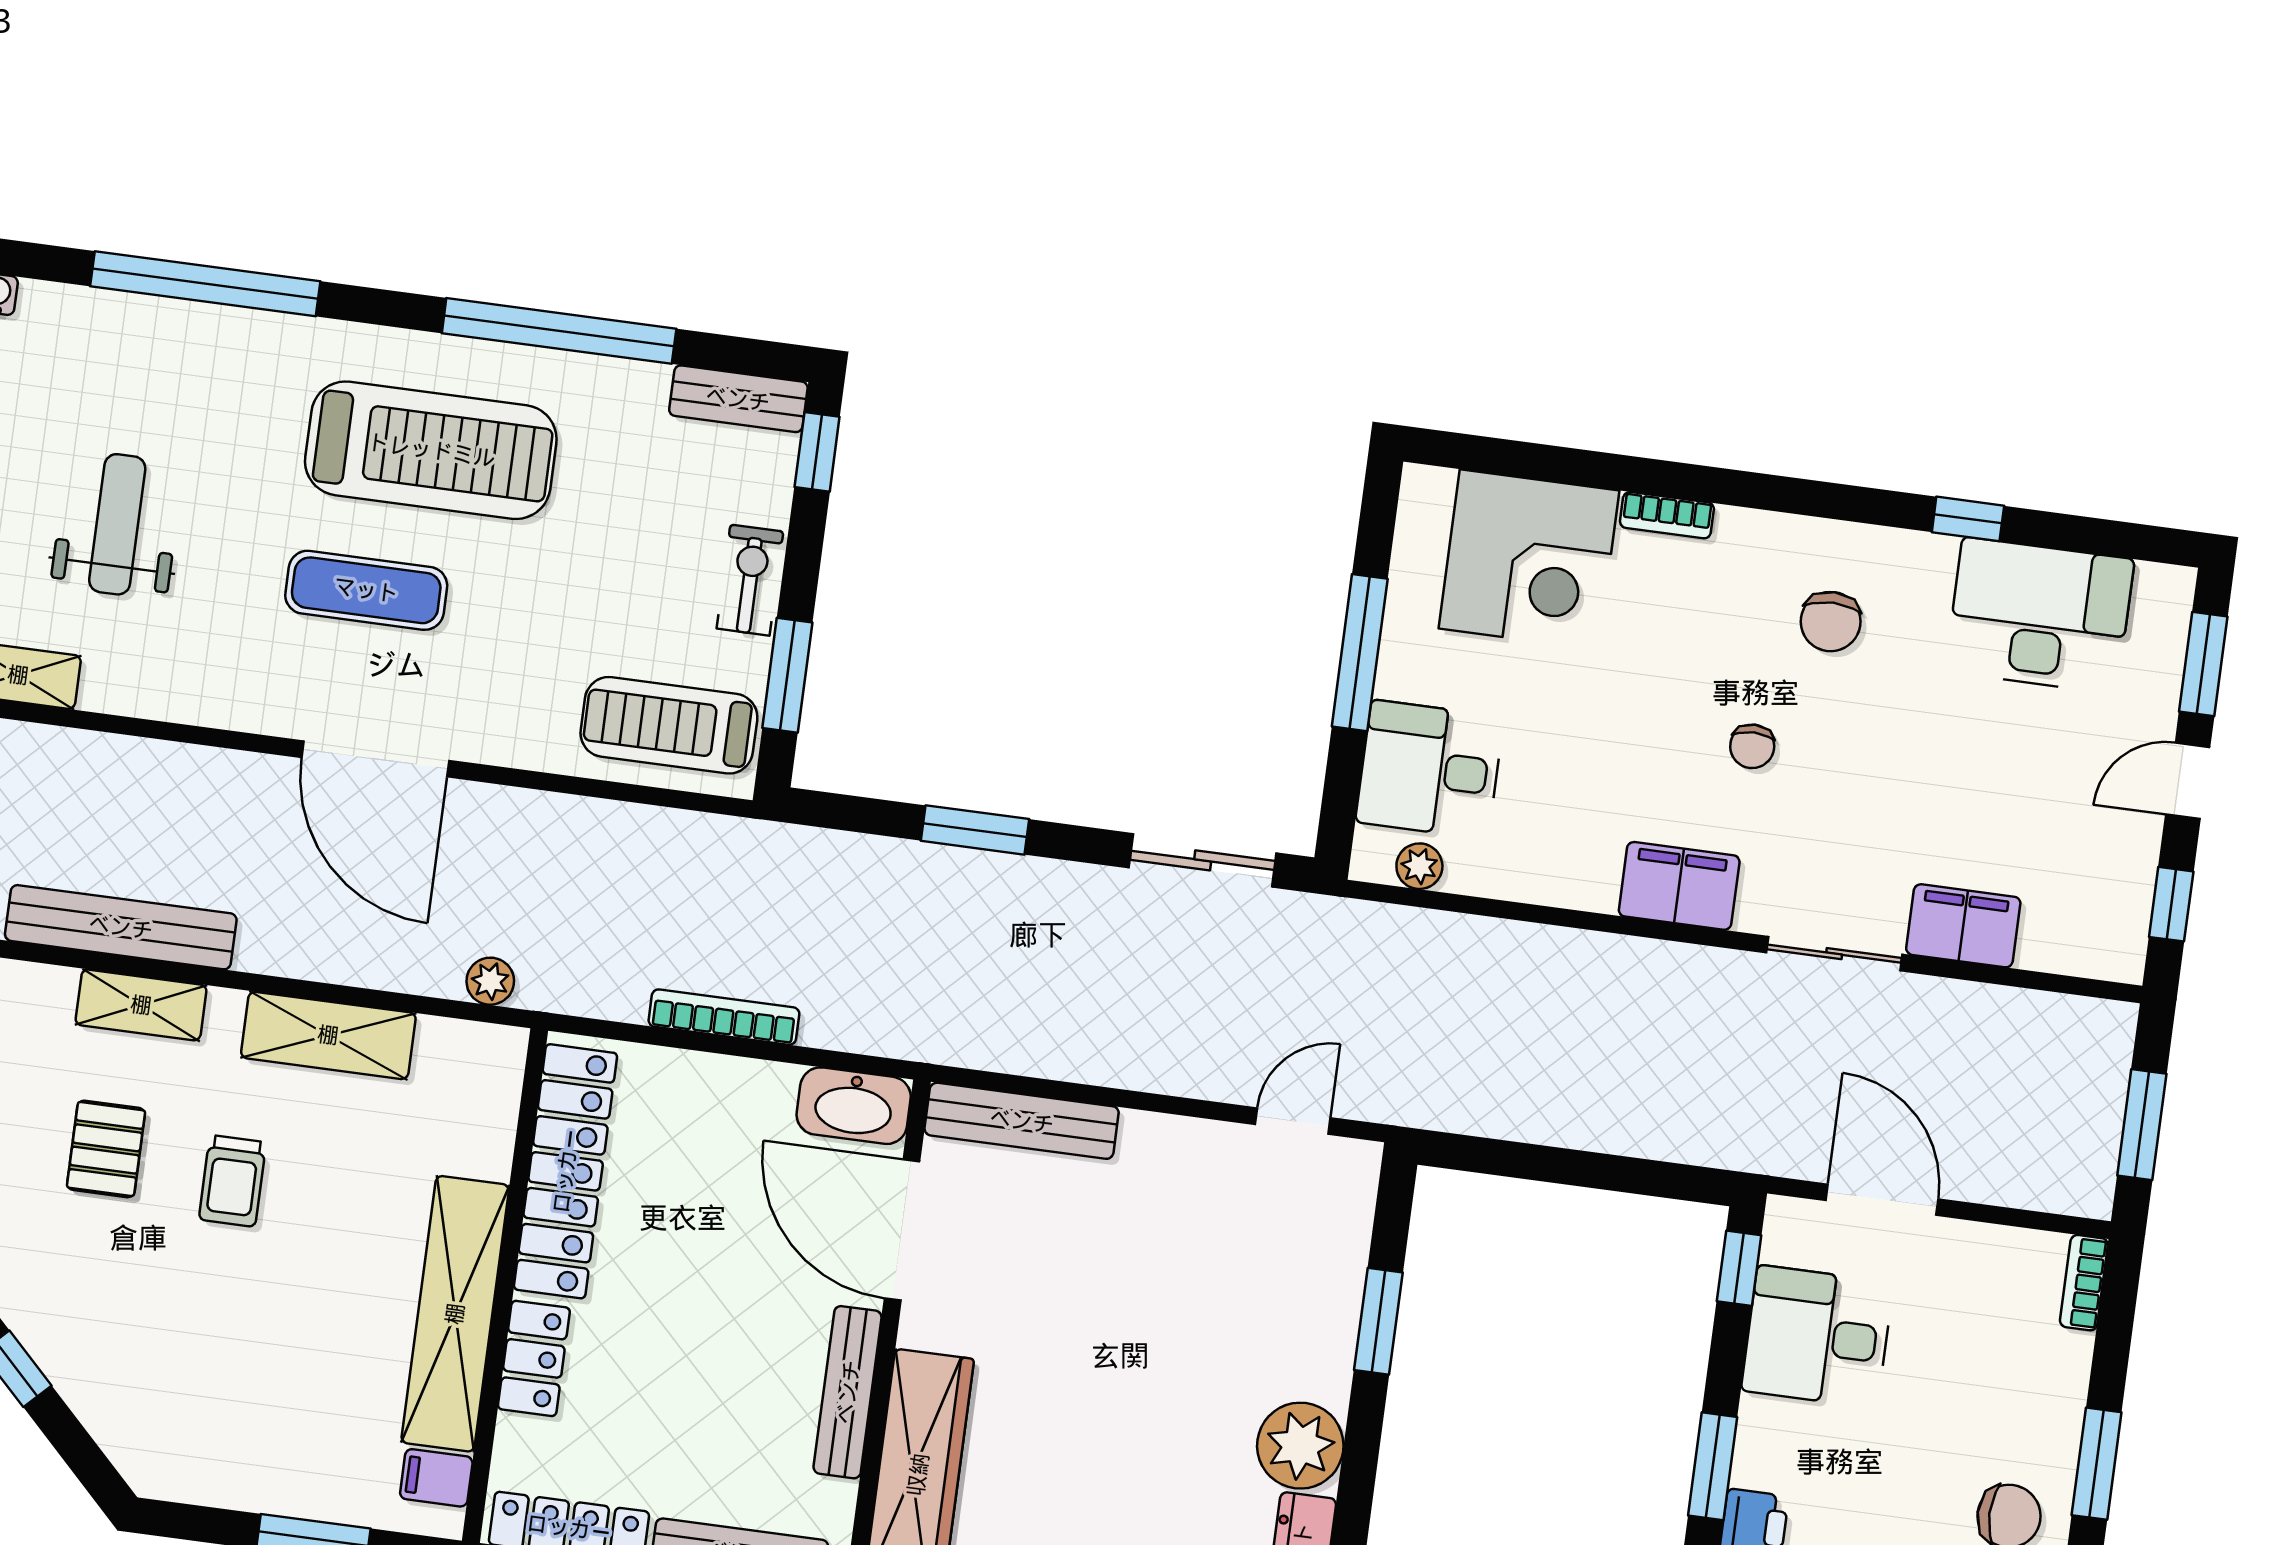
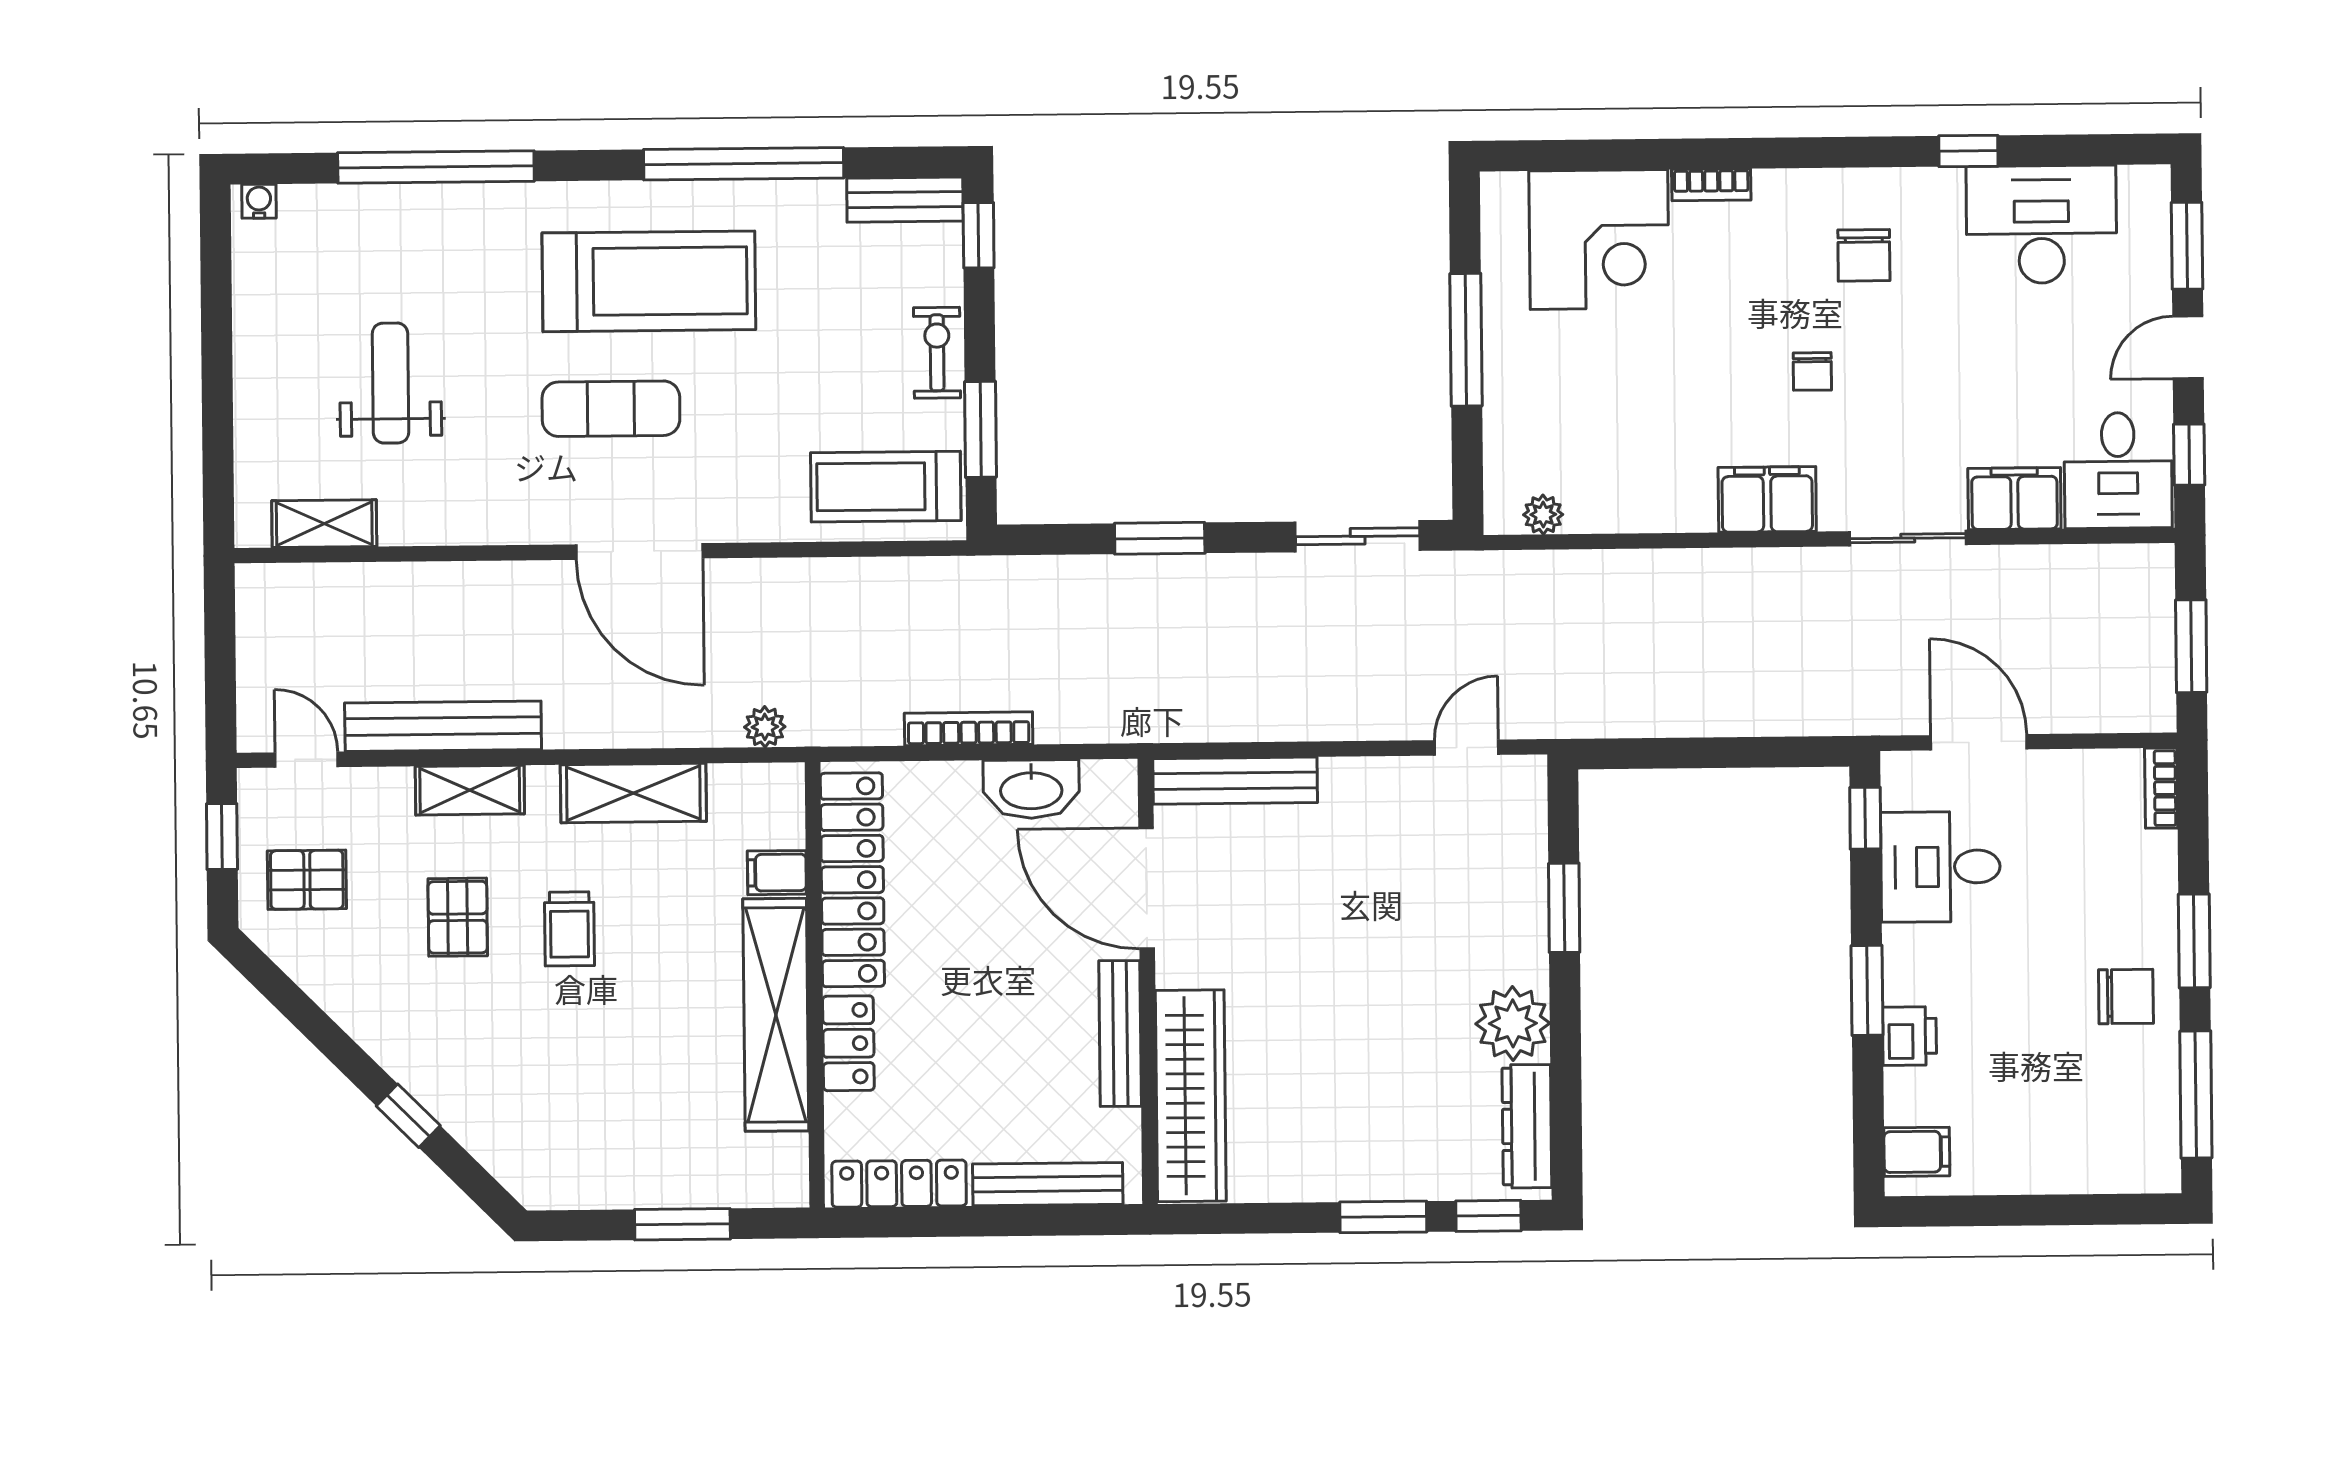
desk: (1430, 769) -> (2118, 470), moved, turned -90
washbasin: (854, 1106) -> (1031, 789), moved
filing cabinet: (436, 1478) -> (777, 873), moved

